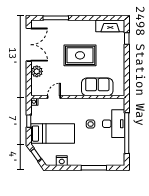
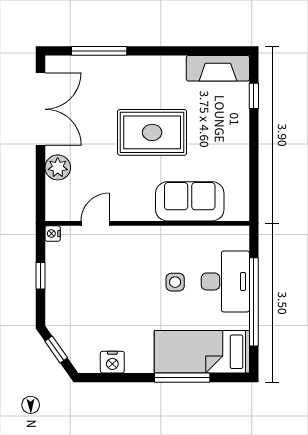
bed: (53, 134) -> (202, 352), moved, turned 180

